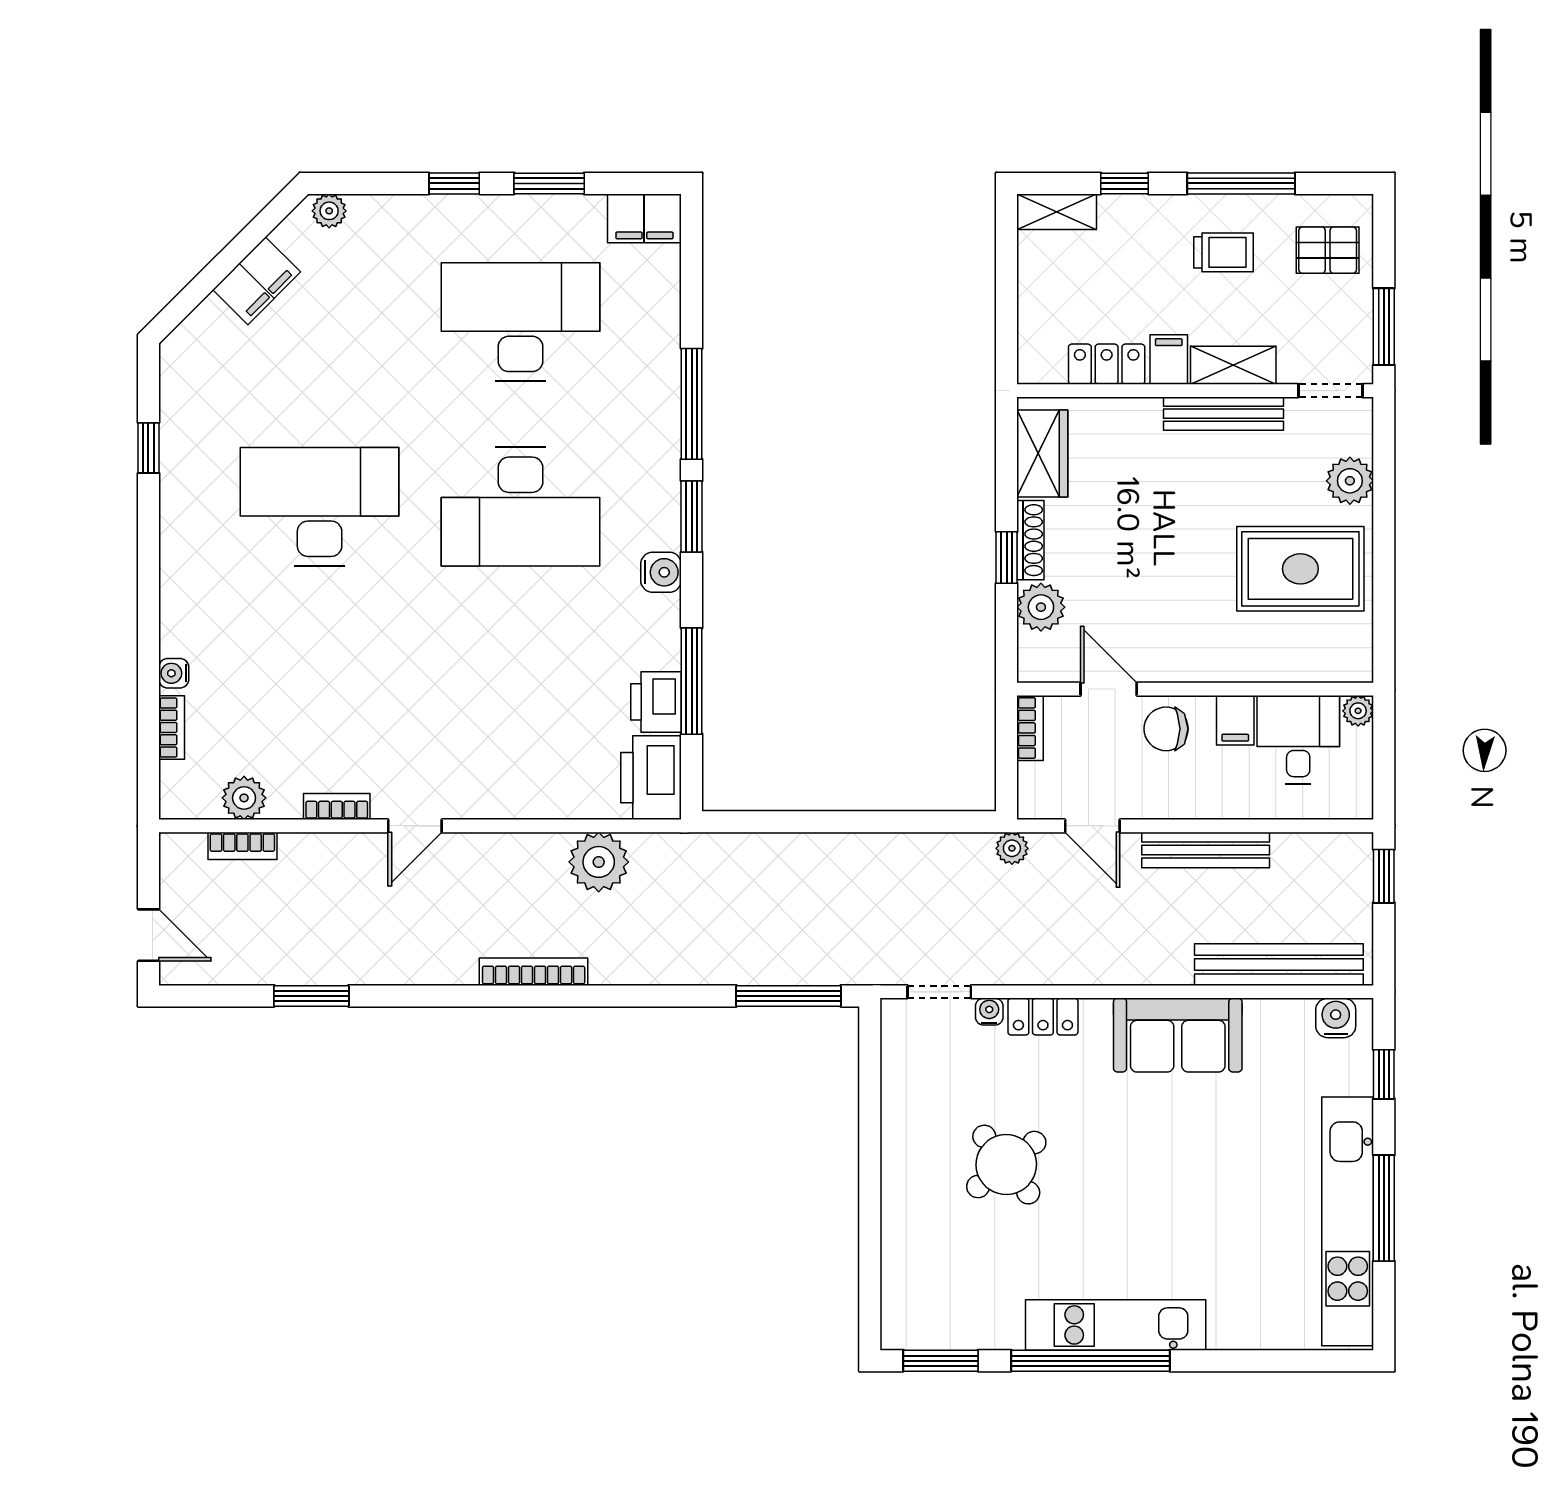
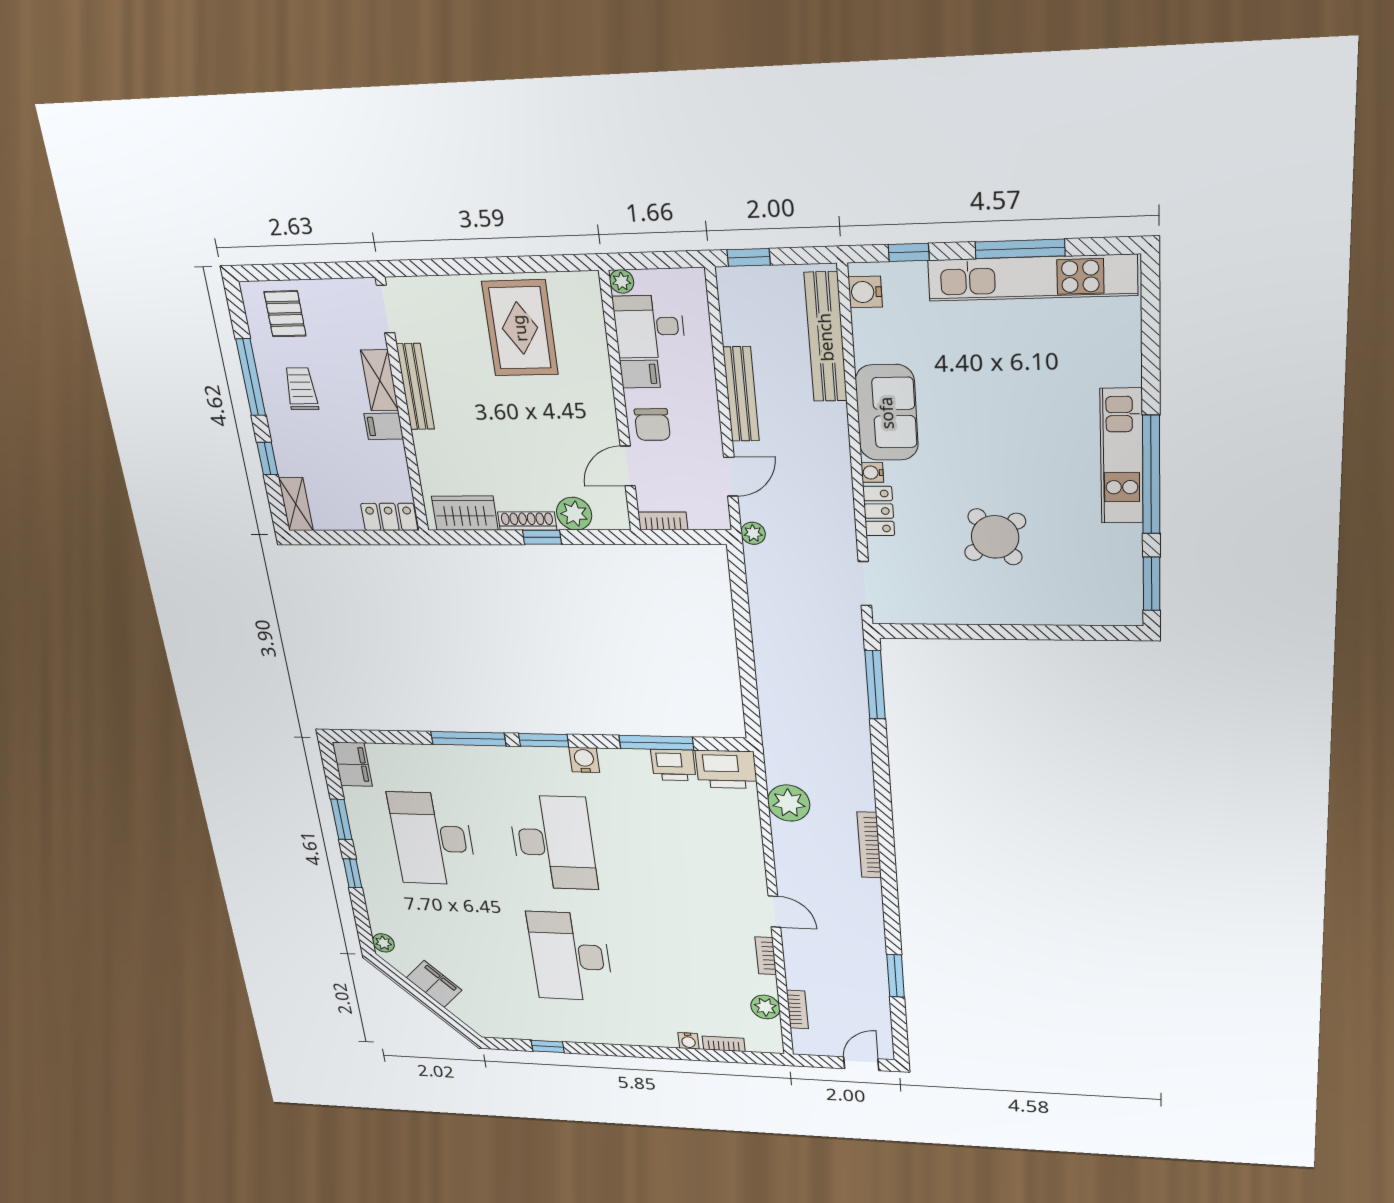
window: (1384, 327) -> (332, 270), removed
locker: (1107, 364) -> (389, 517), moved, turned 90
plant: (1350, 481) -> (449, 293), removed
water cooler: (989, 1012) -> (872, 472), moved

